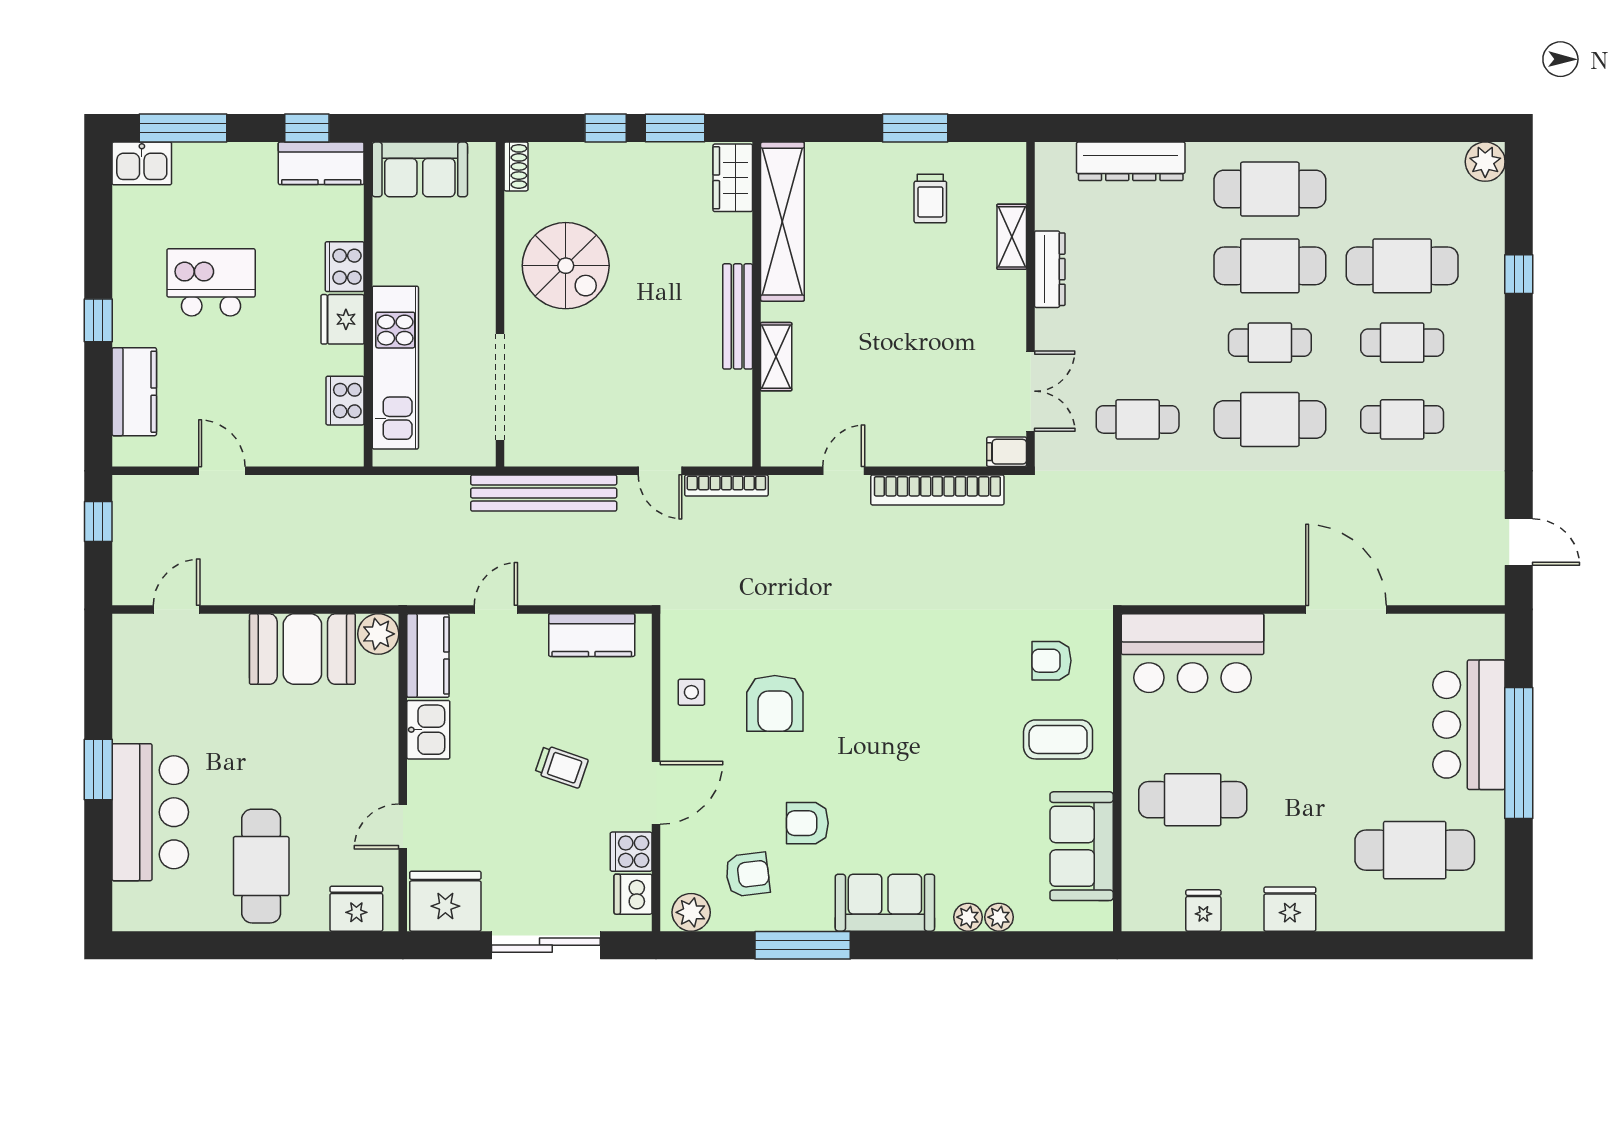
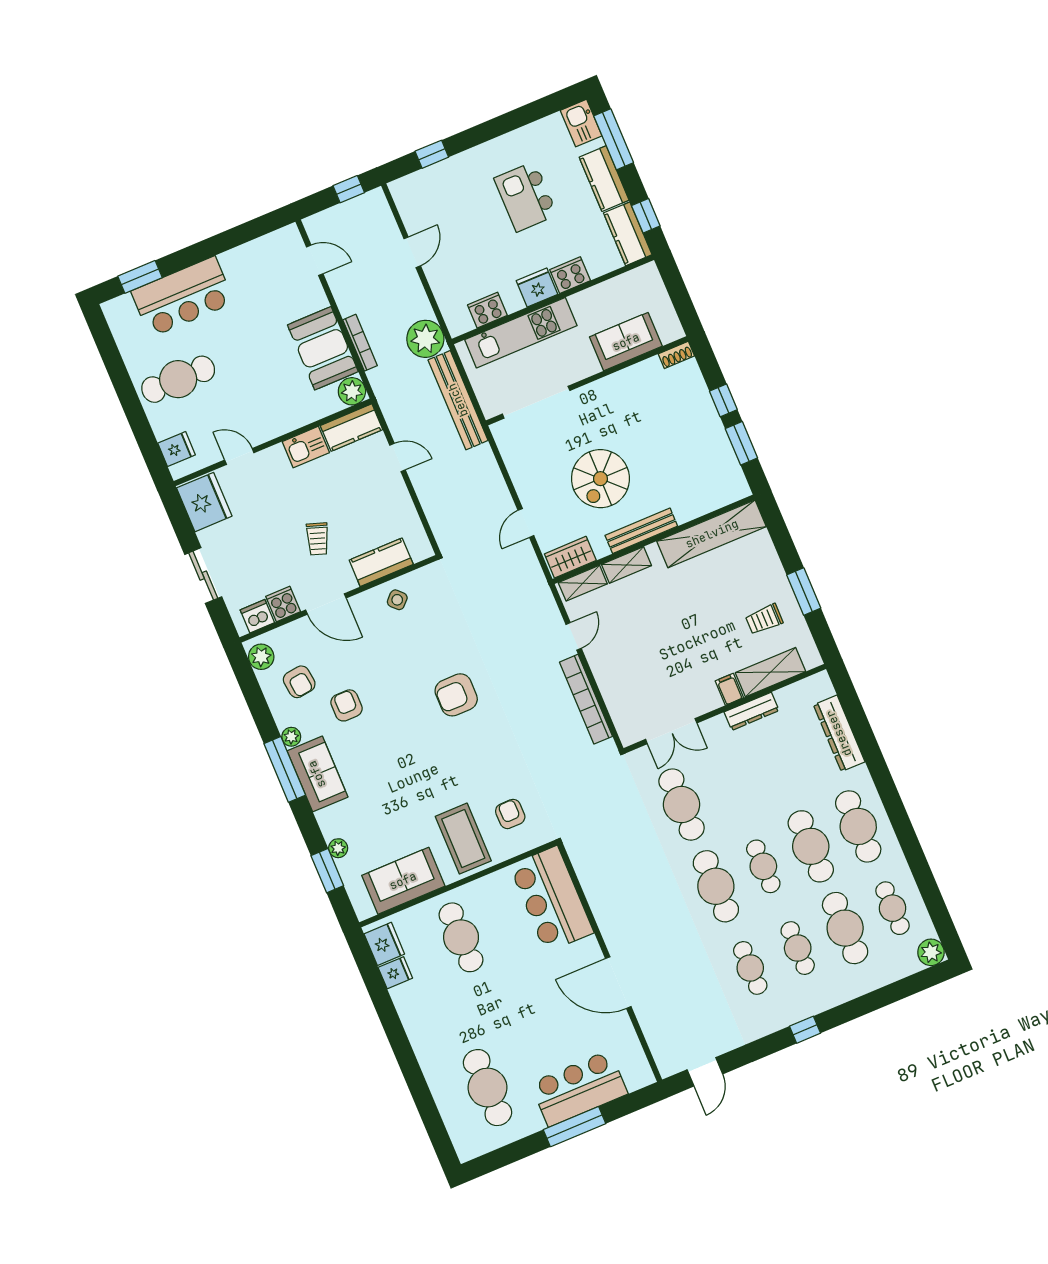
sofa: (420, 169) -> (626, 342), moved, turned 90
wardrobe: (733, 178) -> (570, 557), moved
cafe table: (1402, 189) -> (893, 908), added
shelving: (1012, 237) -> (770, 672), width x1.50, depth x1.33
spiral stairs: (566, 266) -> (600, 479), moved
window: (1519, 274) -> (805, 1030), moved
kitchen island: (211, 282) -> (526, 197), turned 180
window: (98, 320) -> (432, 154), moved
kitchen counter: (134, 392) -> (604, 179), moved, turned 90
cafe table: (1138, 419) -> (682, 805), width x1.37, depth x1.35
shelving: (776, 427) -> (583, 583), added
filing cabinet: (1007, 452) -> (729, 689), moved
door: (844, 471) -> (574, 636), hinge flipped
bookcase: (726, 486) -> (360, 343), moved, turned 180
bench: (544, 493) -> (458, 400), moved
plant: (349, 503) -> (425, 339), added
door: (1346, 609) -> (618, 983), swing flipped
kitchen counter: (592, 635) -> (381, 562), moved, turned 90
side table: (691, 692) -> (397, 600), turned 45
armchair: (775, 703) -> (456, 695), moved
coffee table: (1058, 739) -> (463, 839), width x1.36, depth x1.32
window: (1519, 753) -> (575, 1127), width x0.68
window: (98, 769) -> (140, 277), moved
fridge: (356, 909) -> (177, 449), width x0.72
fridge: (1290, 909) -> (384, 944), moved
plant: (968, 917) -> (291, 737), moved
sliding door: (546, 945) -> (203, 576), width x0.73
window: (803, 945) -> (285, 769), moved
window: (1024, 945) -> (327, 871), added

